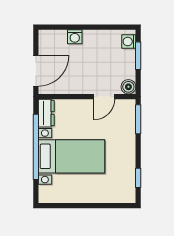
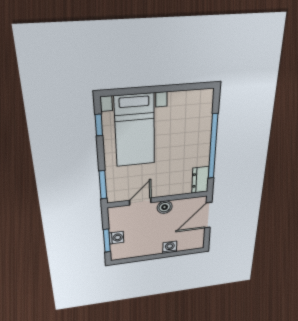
washing machine: (129, 42) -> (116, 238), moved
boiler: (128, 87) -> (165, 207), moved
bed with nightstands: (71, 156) -> (135, 131), moved, turned -90

